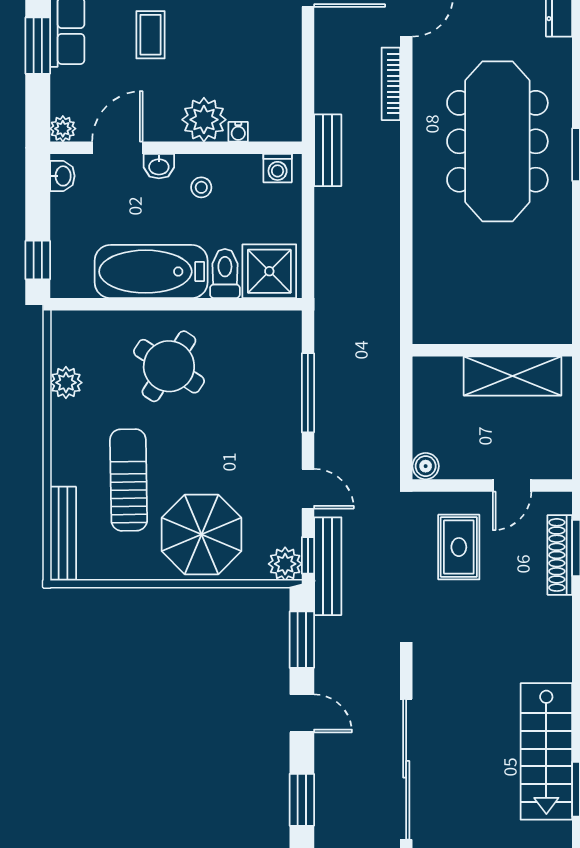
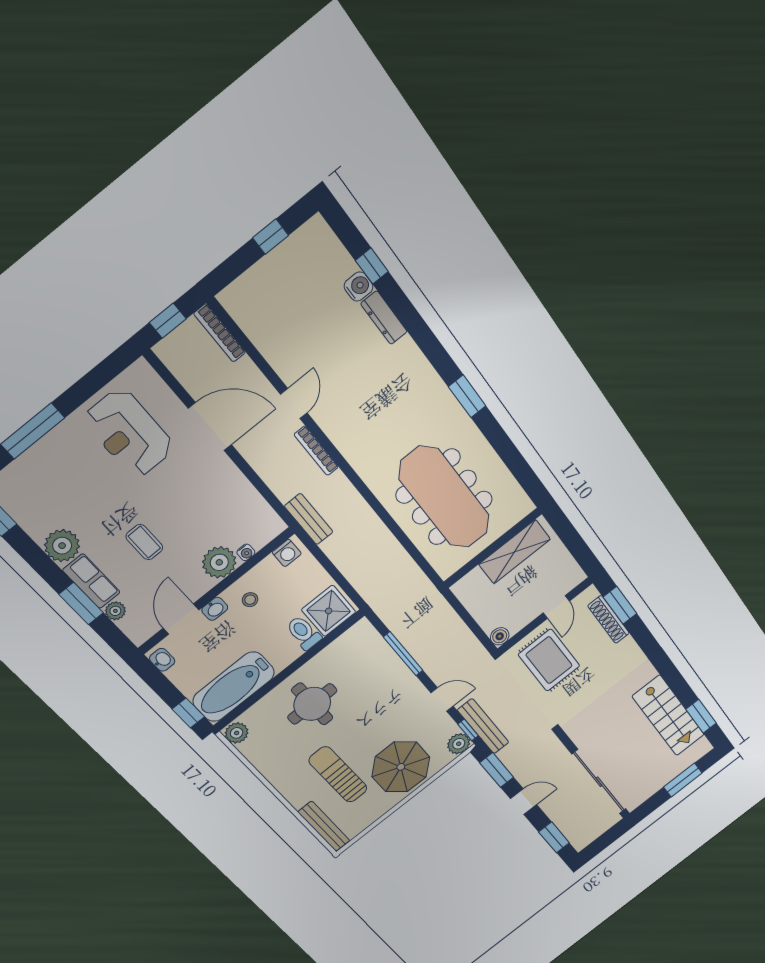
plant: (63, 129) -> (115, 611), moved
meeting table: (497, 141) -> (444, 497), moved
bathtub: (151, 272) -> (234, 687), moved
round table: (169, 366) -> (312, 704), turned -33
plant: (66, 383) -> (237, 733), moved
rug: (459, 547) -> (549, 660), width x1.36, depth x1.43

